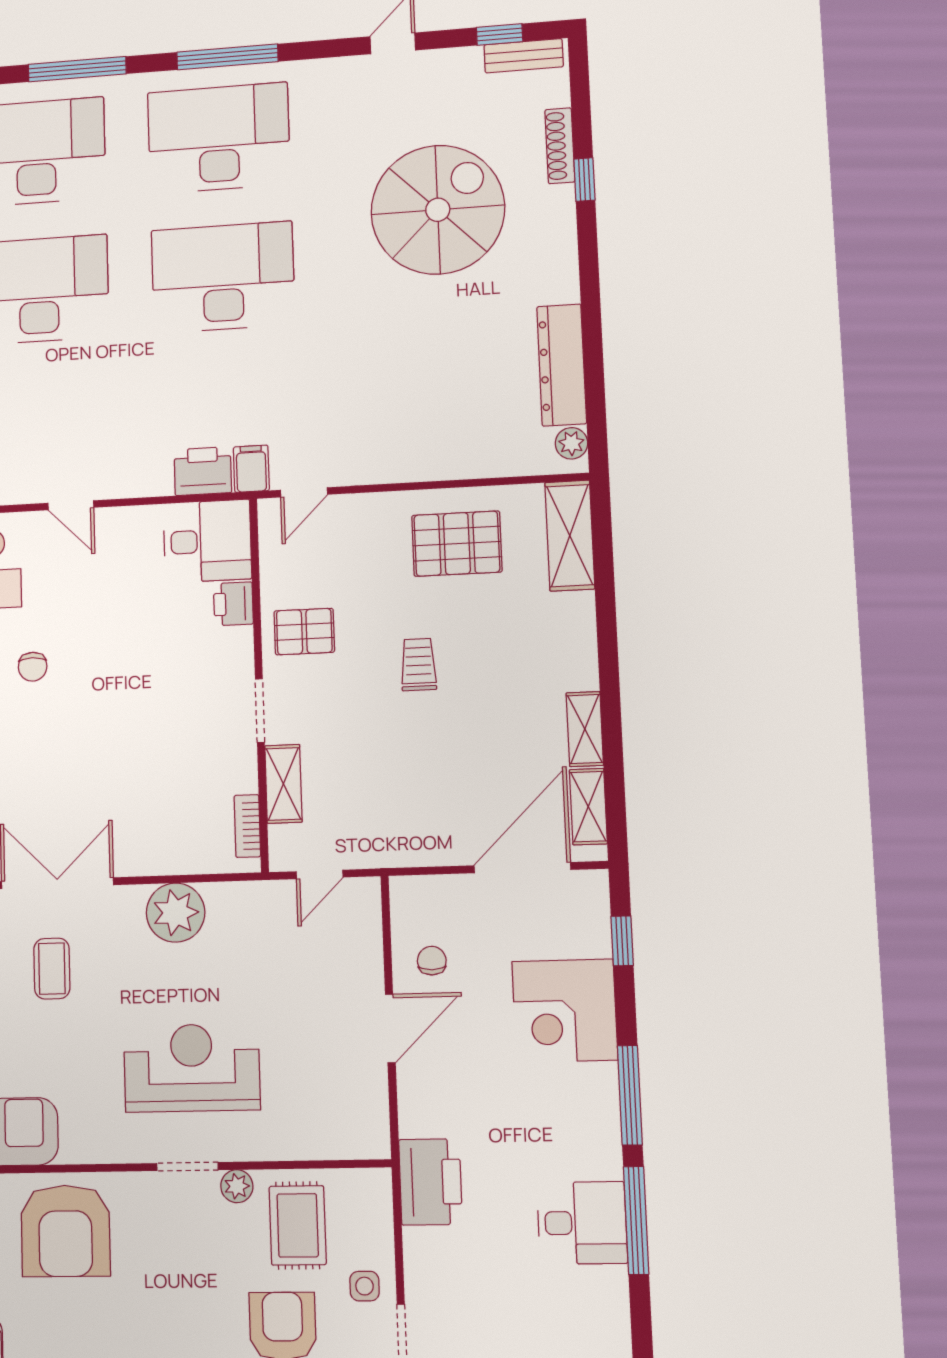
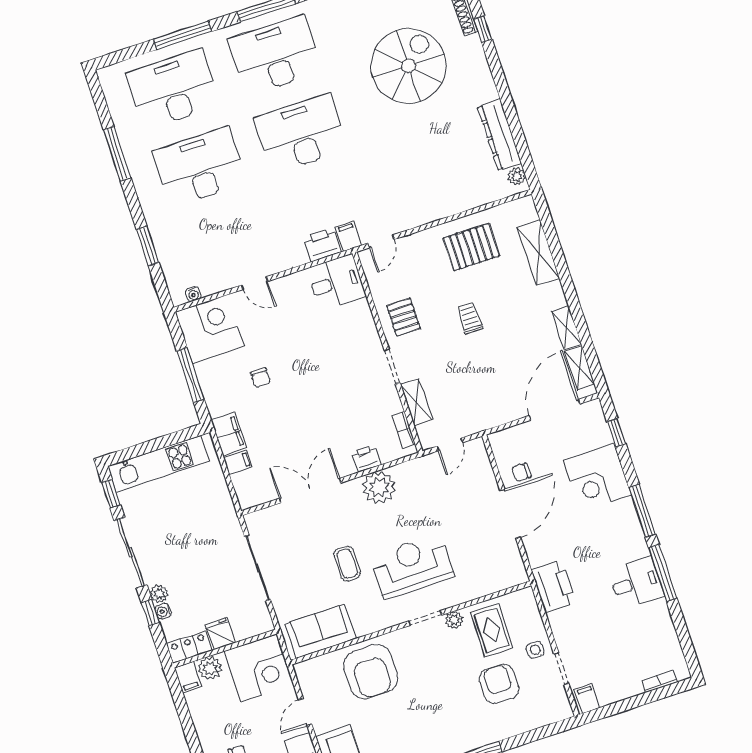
shelving: (570, 536) -> (538, 253), moved
printer: (233, 604) -> (366, 458), moved, turned 90
pallet: (304, 632) -> (403, 317), turned 90
chair: (432, 961) -> (522, 472), turned -90
coffee table: (52, 969) -> (347, 564), moved
door: (390, 1029) -> (510, 514), width x1.36

